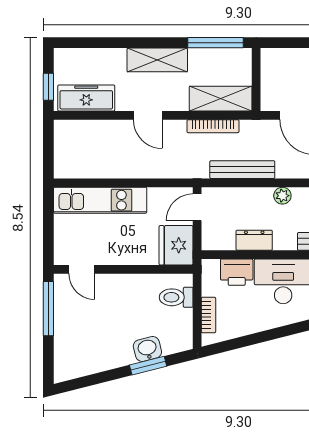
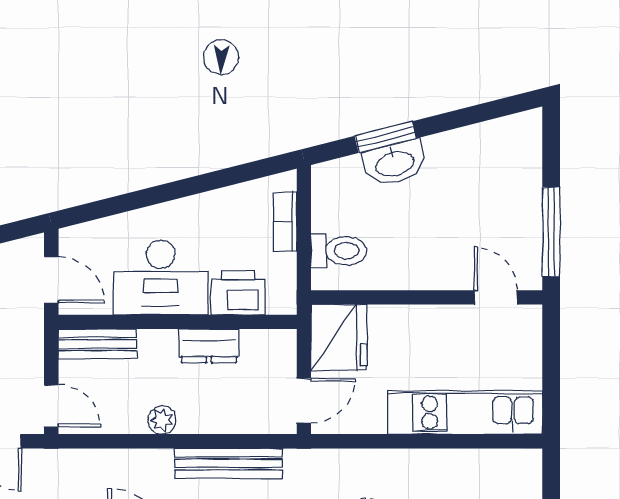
washbasin: (147, 349) -> (395, 163), width x1.38

